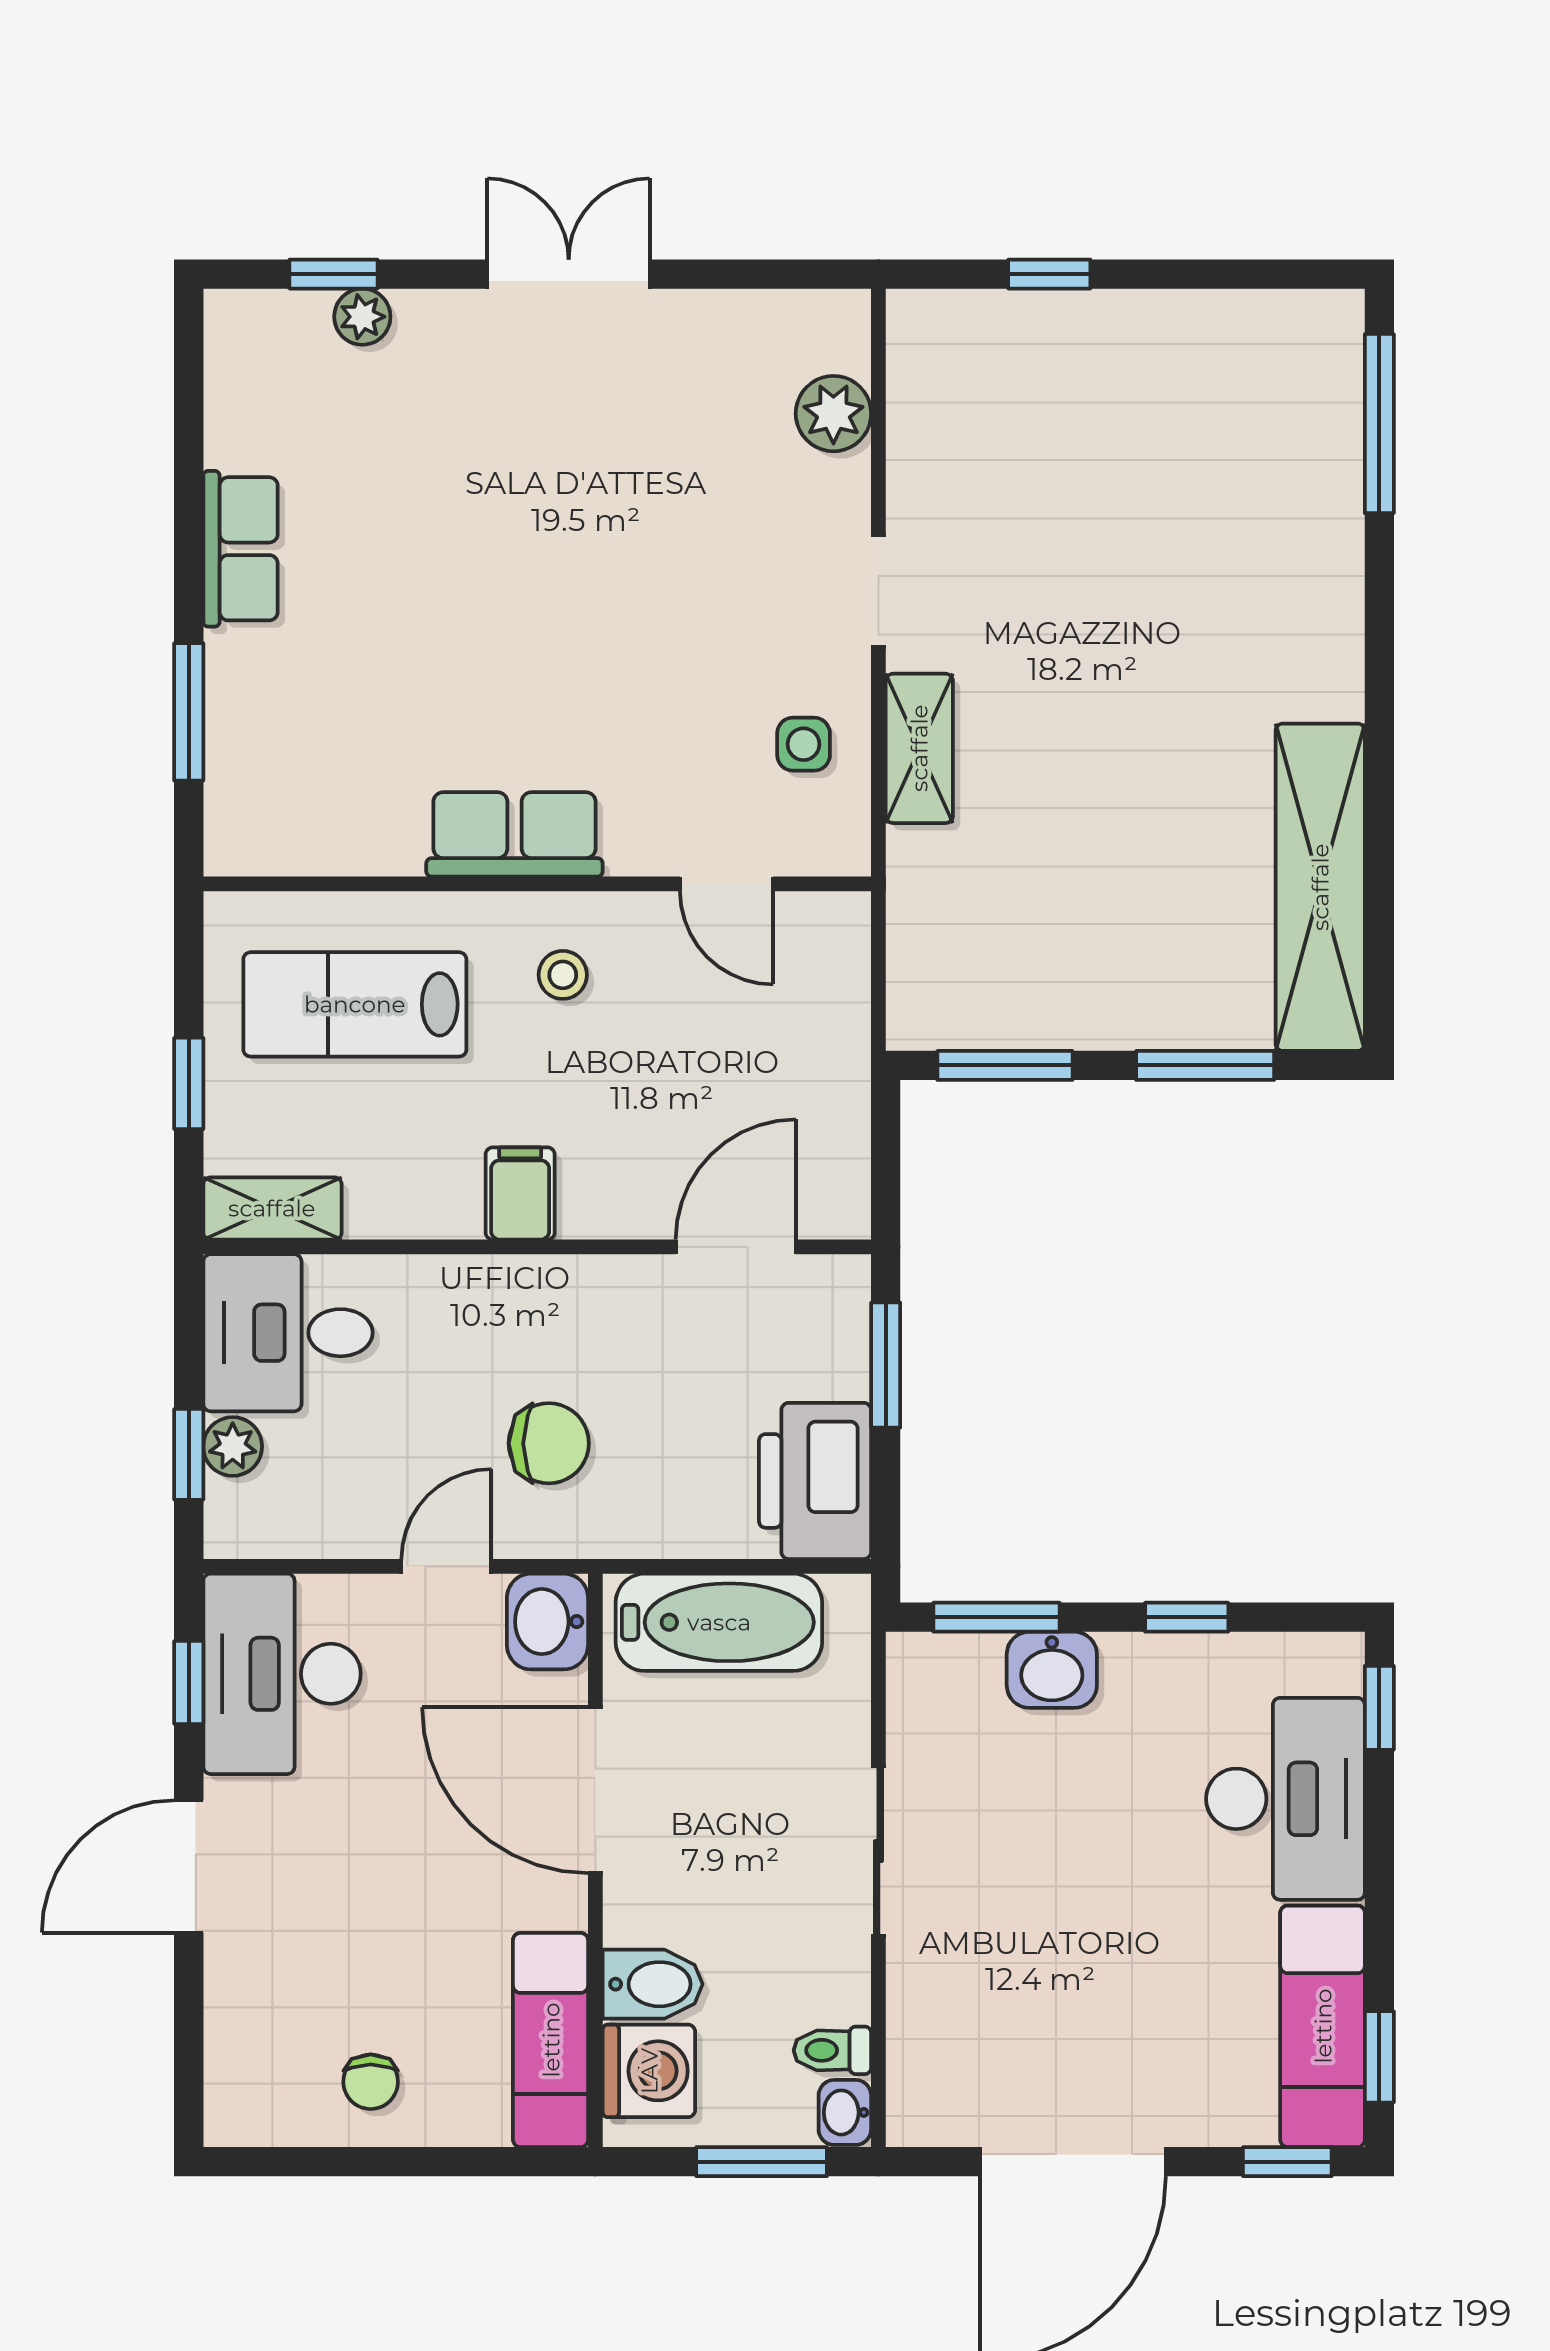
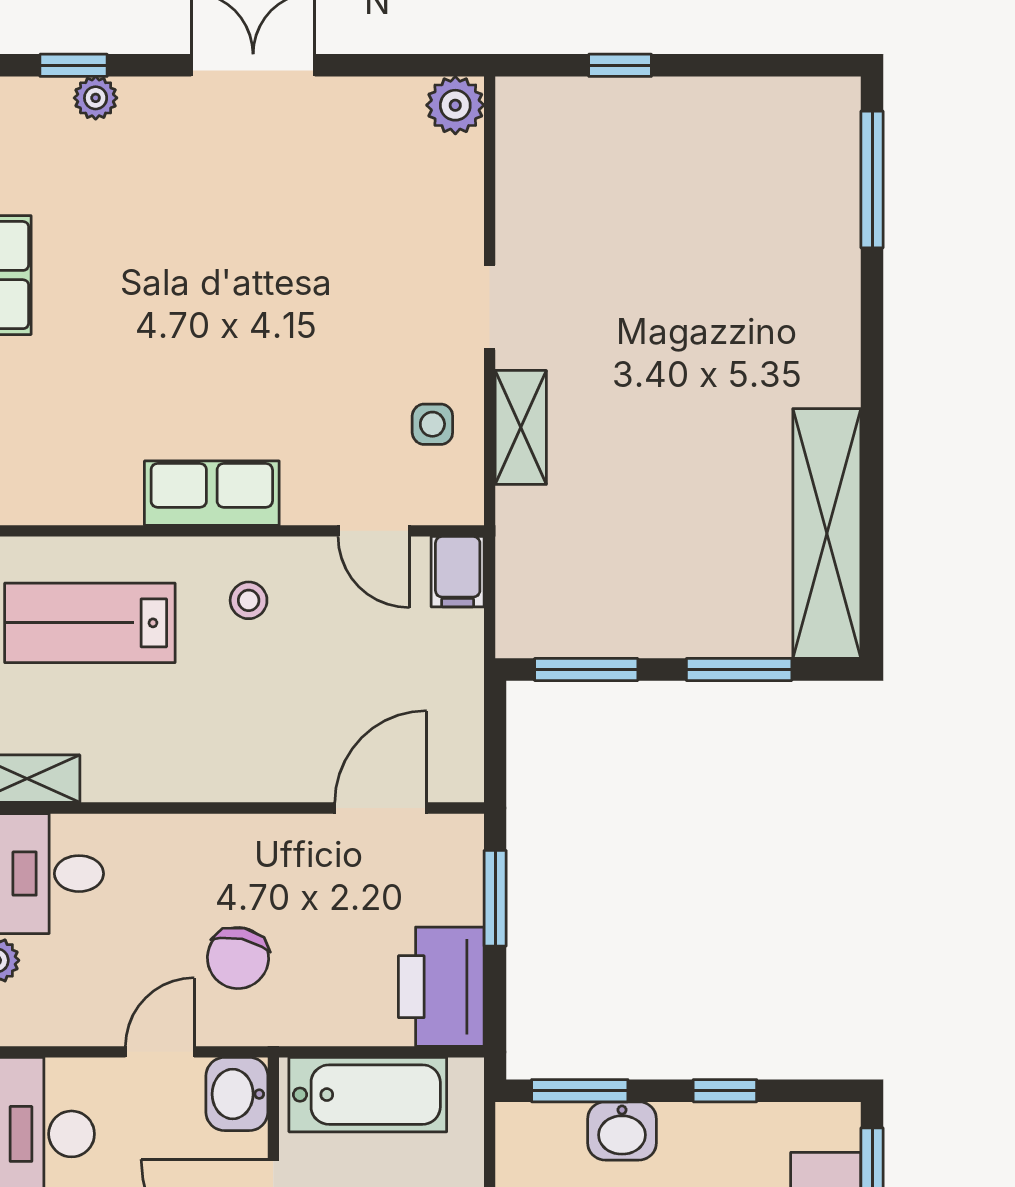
plant: (833, 414) -> (455, 105), moved
filing cabinet: (520, 1193) -> (458, 572), moved, turned 180
chair: (549, 1443) -> (238, 958), turned 102

